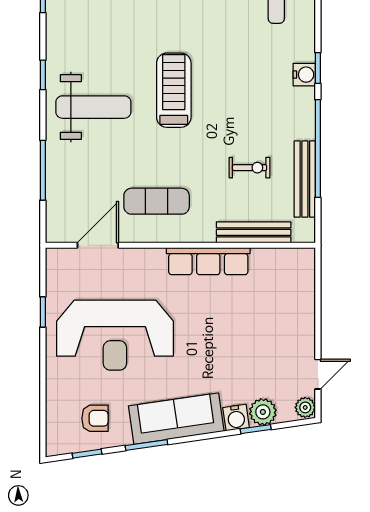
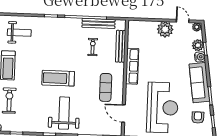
water cooler: (304, 75) -> (54, 22), removed
plant: (297, 334) -> (165, 29), added

